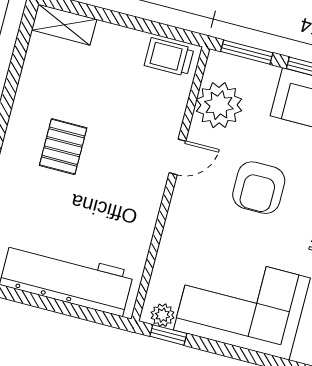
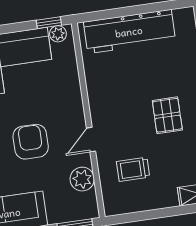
trolley: (169, 57) -> (133, 169), moved, turned 180
plant: (219, 105) -> (82, 179), width x0.73, depth x0.73

